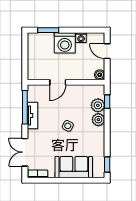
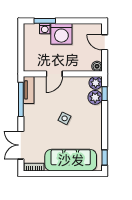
washing machine: (81, 38) -> (45, 29), moved
tv unit: (32, 115) -> (29, 90), moved
plant: (98, 120) -> (96, 83), moved
sofa: (74, 167) -> (71, 160), width x1.36

